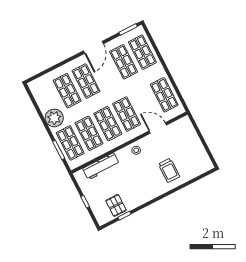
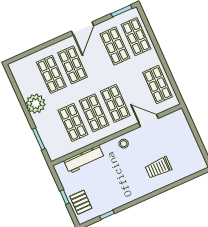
shop shelf: (70, 143) -> (52, 132), removed
trolley: (169, 170) -> (158, 168), turned 90
pallet: (116, 205) -> (81, 202), moved

